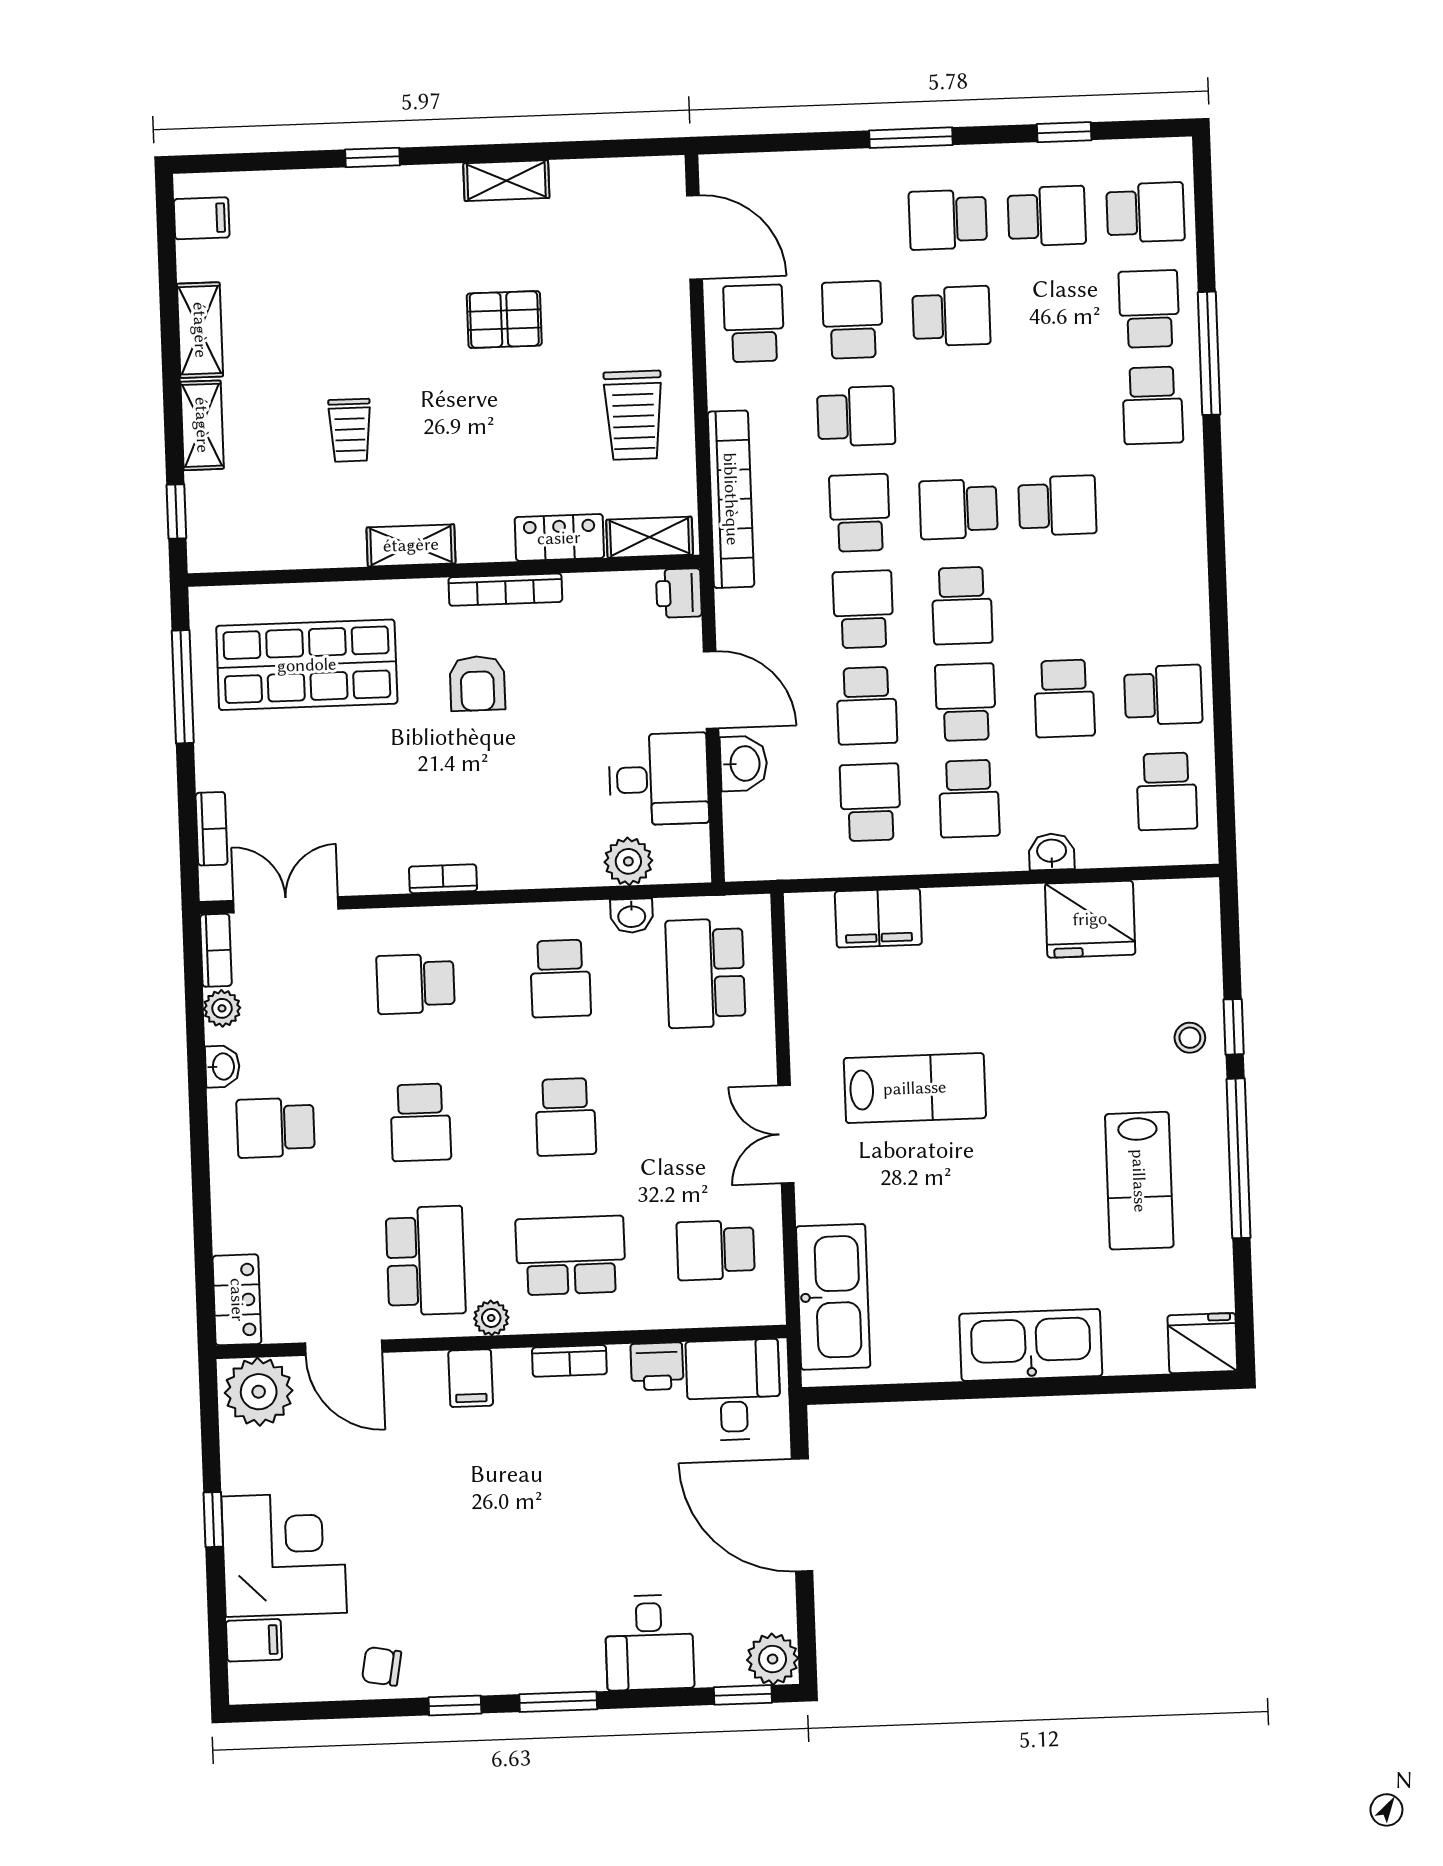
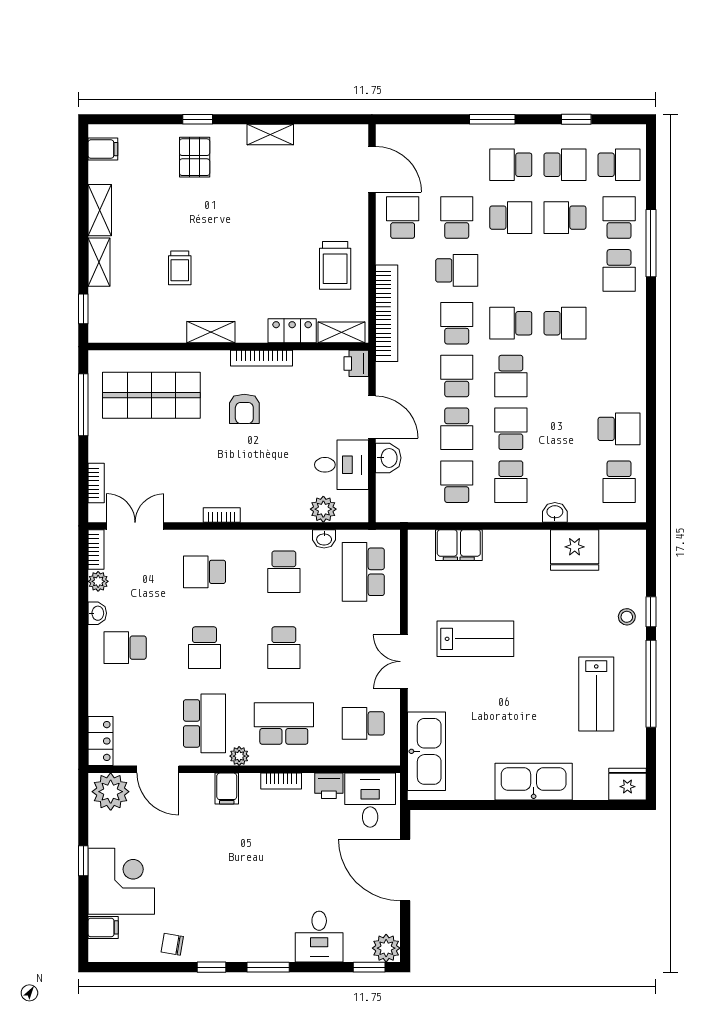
pallet: (504, 320) -> (195, 157), moved, turned 90
school desk: (1064, 698) -> (565, 218), moved, turned 90

